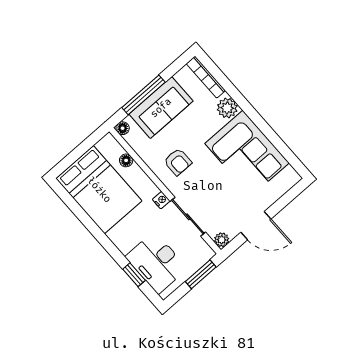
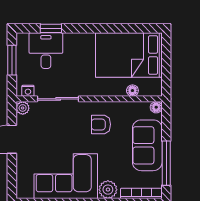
window: (144, 95) -> (166, 163), moved
nightstand: (161, 200) -> (28, 91), moved
desk: (156, 263) -> (46, 51), width x0.73
window: (201, 274) -> (12, 60), moved

